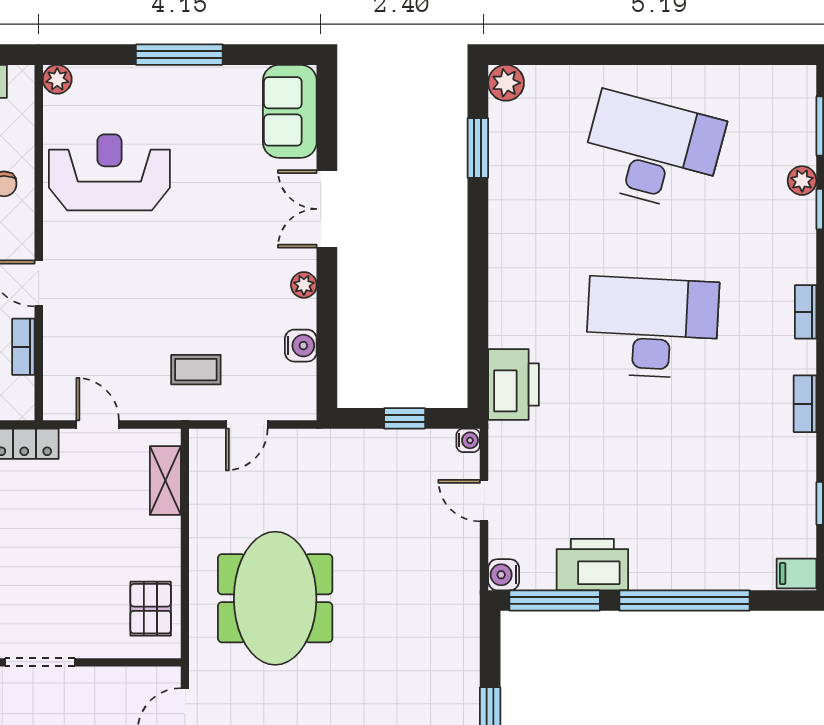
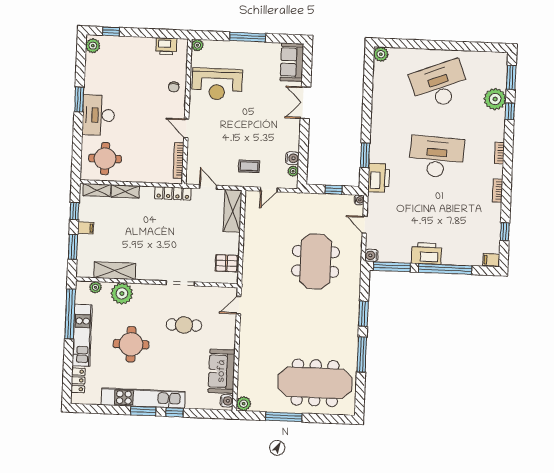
window: (478, 148) -> (365, 155), moved
desk: (652, 152) -> (439, 85), turned -36
reception desk: (109, 172) -> (217, 84), turned 180
plant: (802, 181) -> (495, 99), width x1.87, depth x1.87
plant: (304, 285) -> (293, 171), moved
bookcase: (23, 347) -> (179, 160), width x1.56
shelving: (165, 481) -> (233, 211), width x1.50, depth x1.33
printer: (592, 565) -> (426, 254), moved
meeting table: (275, 598) -> (316, 261), moved
pallet: (151, 609) -> (226, 263), turned 90

